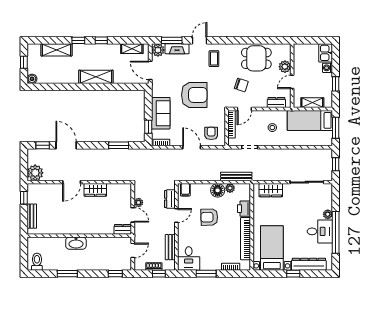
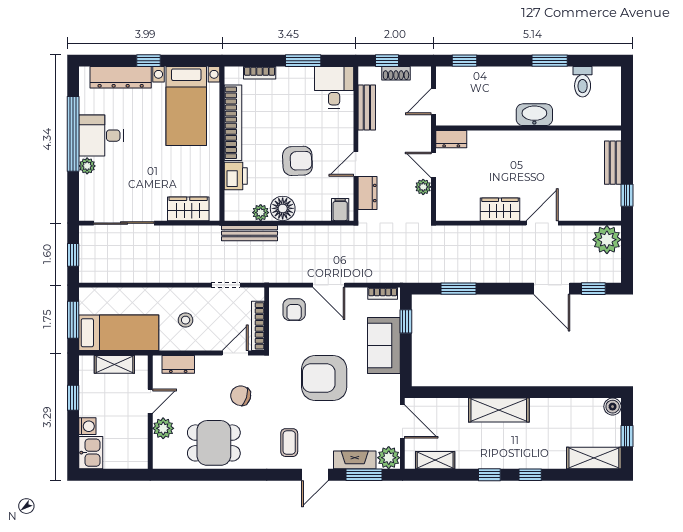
shelving: (56, 50) -> (594, 458), moved
toilet: (37, 262) -> (583, 82), moved

